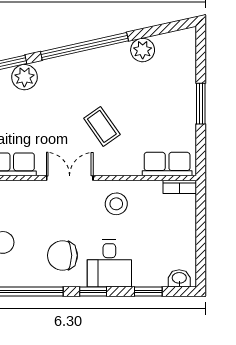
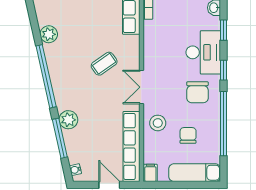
stool: (116, 204) -> (158, 123), moved
desk: (109, 263) -> (203, 52), width x1.37

